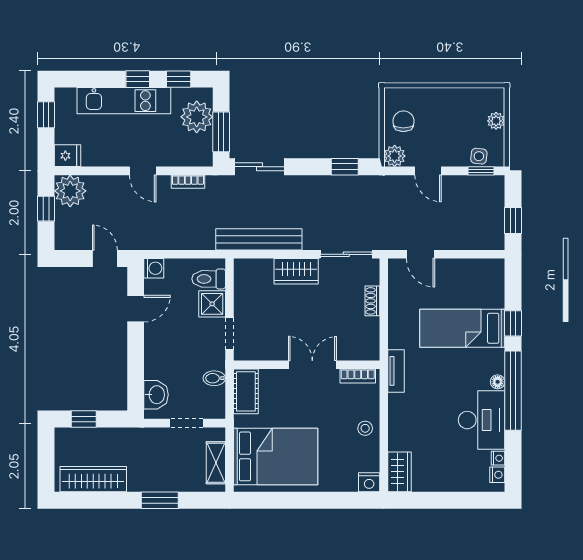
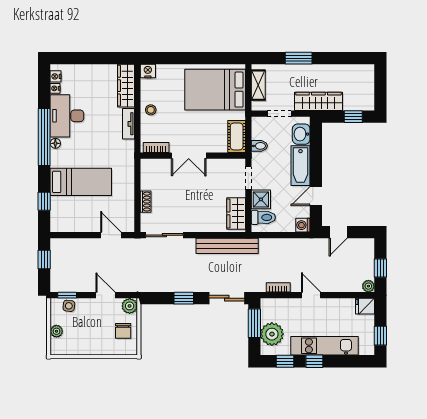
window: (345, 167) -> (184, 298), moved
plant: (70, 191) -> (368, 286), width x0.53, depth x0.53
door: (105, 258) -> (338, 232), hinge flipped
wardrobe: (296, 271) -> (236, 213), moved, turned -90
window: (513, 323) -> (44, 201), moved
bathtub: (157, 351) -> (300, 166), added
tv unit: (396, 371) -> (128, 124), moved
wardrobe: (400, 472) -> (126, 86), width x1.50
wardrobe: (93, 479) -> (318, 101), moved, turned 180

